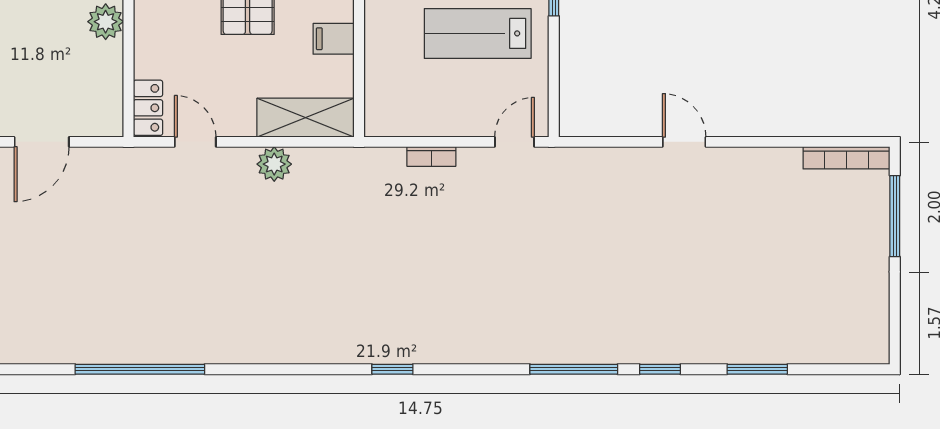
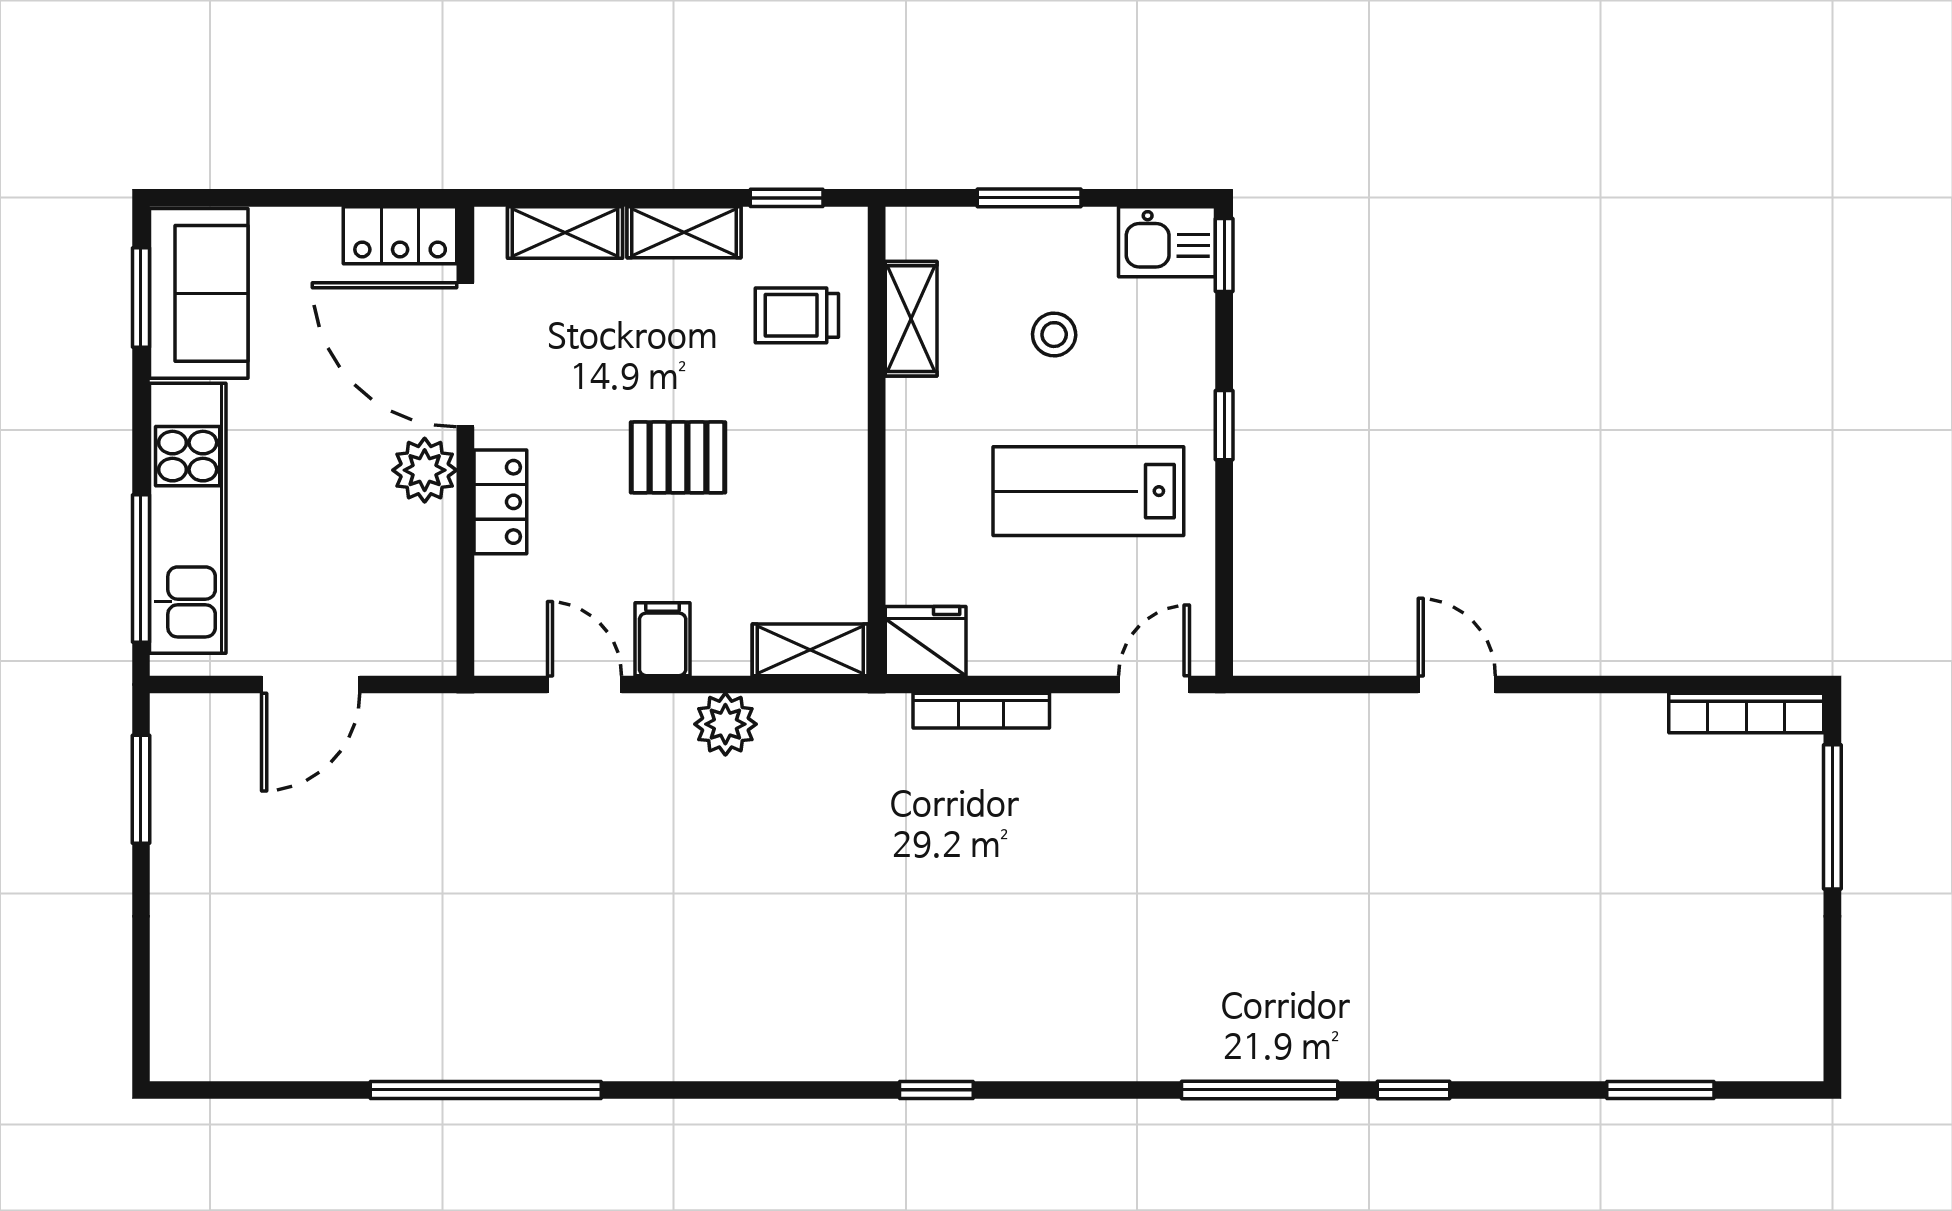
filing cabinet: (334, 39) -> (663, 639), moved, turned 90
locker: (148, 108) -> (500, 502), moved
shelving: (306, 118) -> (810, 650), width x0.67, depth x0.75
fridge: (386, 118) -> (926, 641), added
bookcase: (431, 157) -> (981, 711), width x1.56
window: (757, 369) -> (1660, 1090), moved

